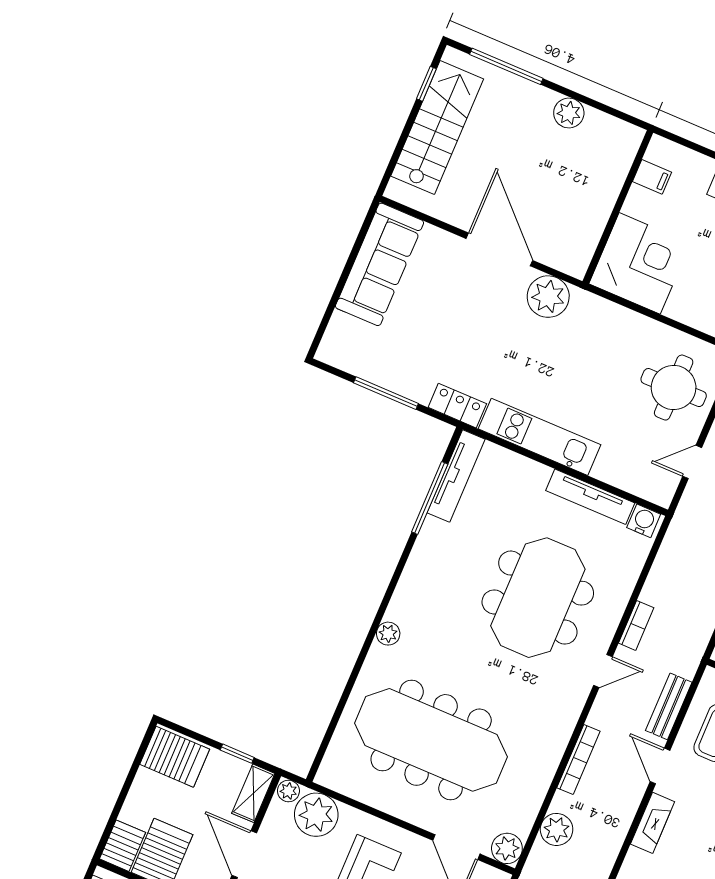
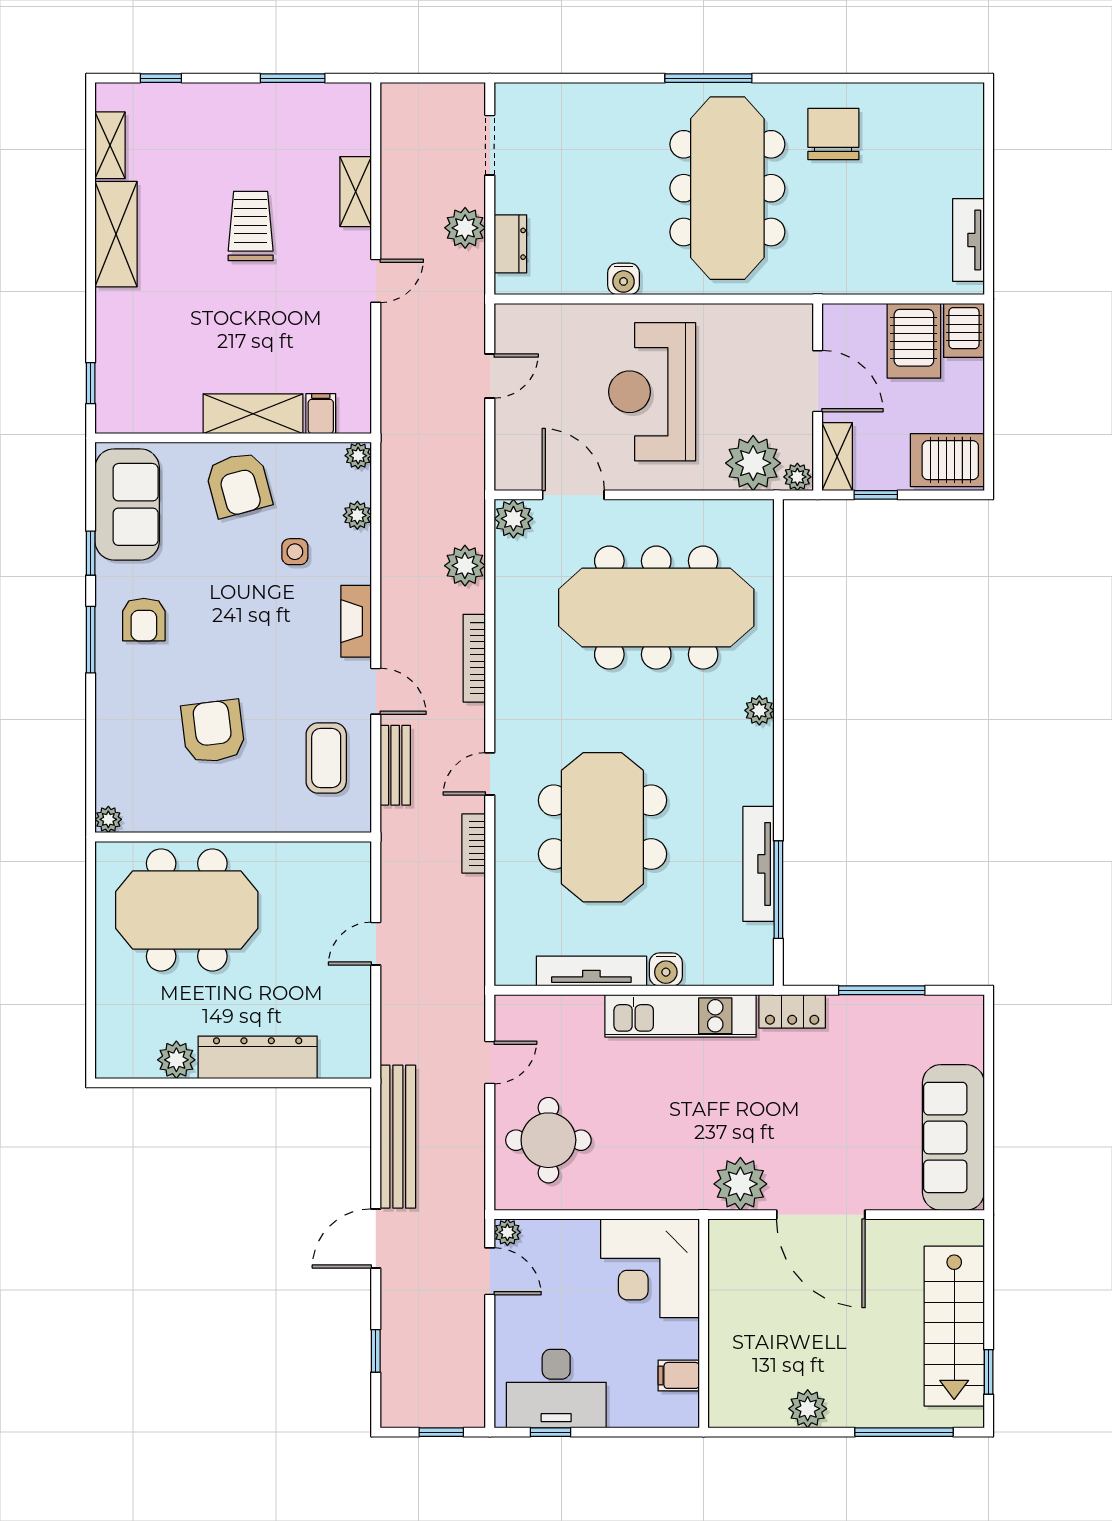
tv unit: (456, 476) -> (759, 864), moved
water cooler: (644, 521) -> (666, 969), moved

